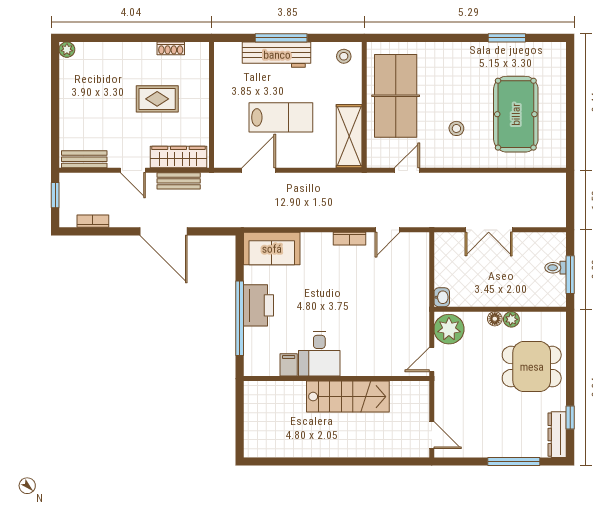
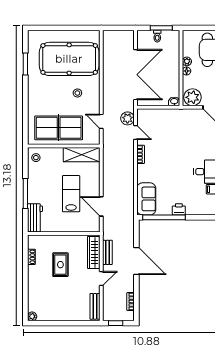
workbench: (277, 55) -> (35, 218), moved, width x0.73
pool table: (516, 114) -> (69, 59), width x1.36, depth x1.32
plant: (412, 216) -> (128, 118), added
double door: (489, 230) -> (135, 75), width x1.87
door: (164, 231) -> (136, 261), hinge flipped
printer: (258, 305) -> (179, 209), width x0.53, depth x0.68
window: (240, 318) -> (164, 217), moved

